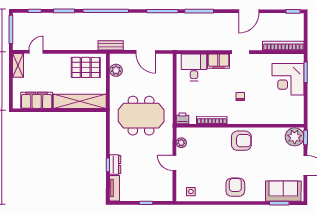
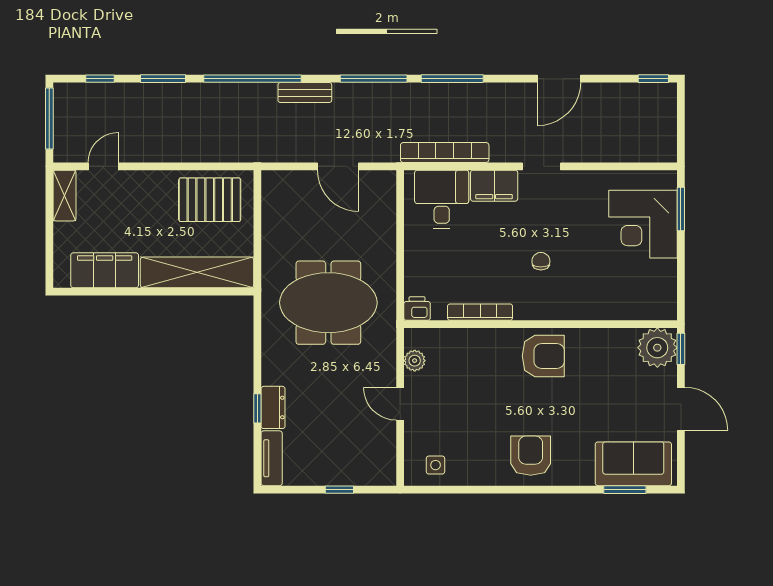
bench: (111, 45) -> (305, 93), moved
bookcase: (283, 46) -> (445, 152), moved
plant: (116, 70) -> (274, 206), removed

